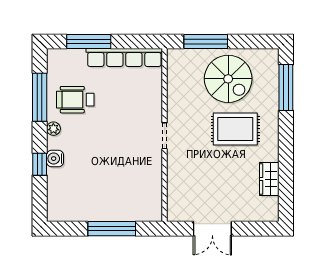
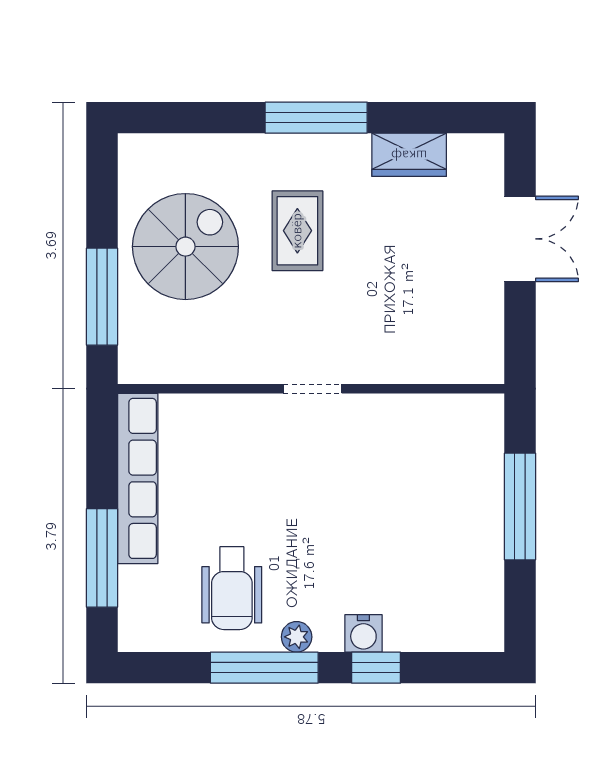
window: (286, 87) -> (316, 118), moved
window: (40, 97) -> (264, 668), moved
rug: (235, 129) -> (297, 231), width x0.73, depth x0.70
double door: (212, 229) -> (520, 239), moved

